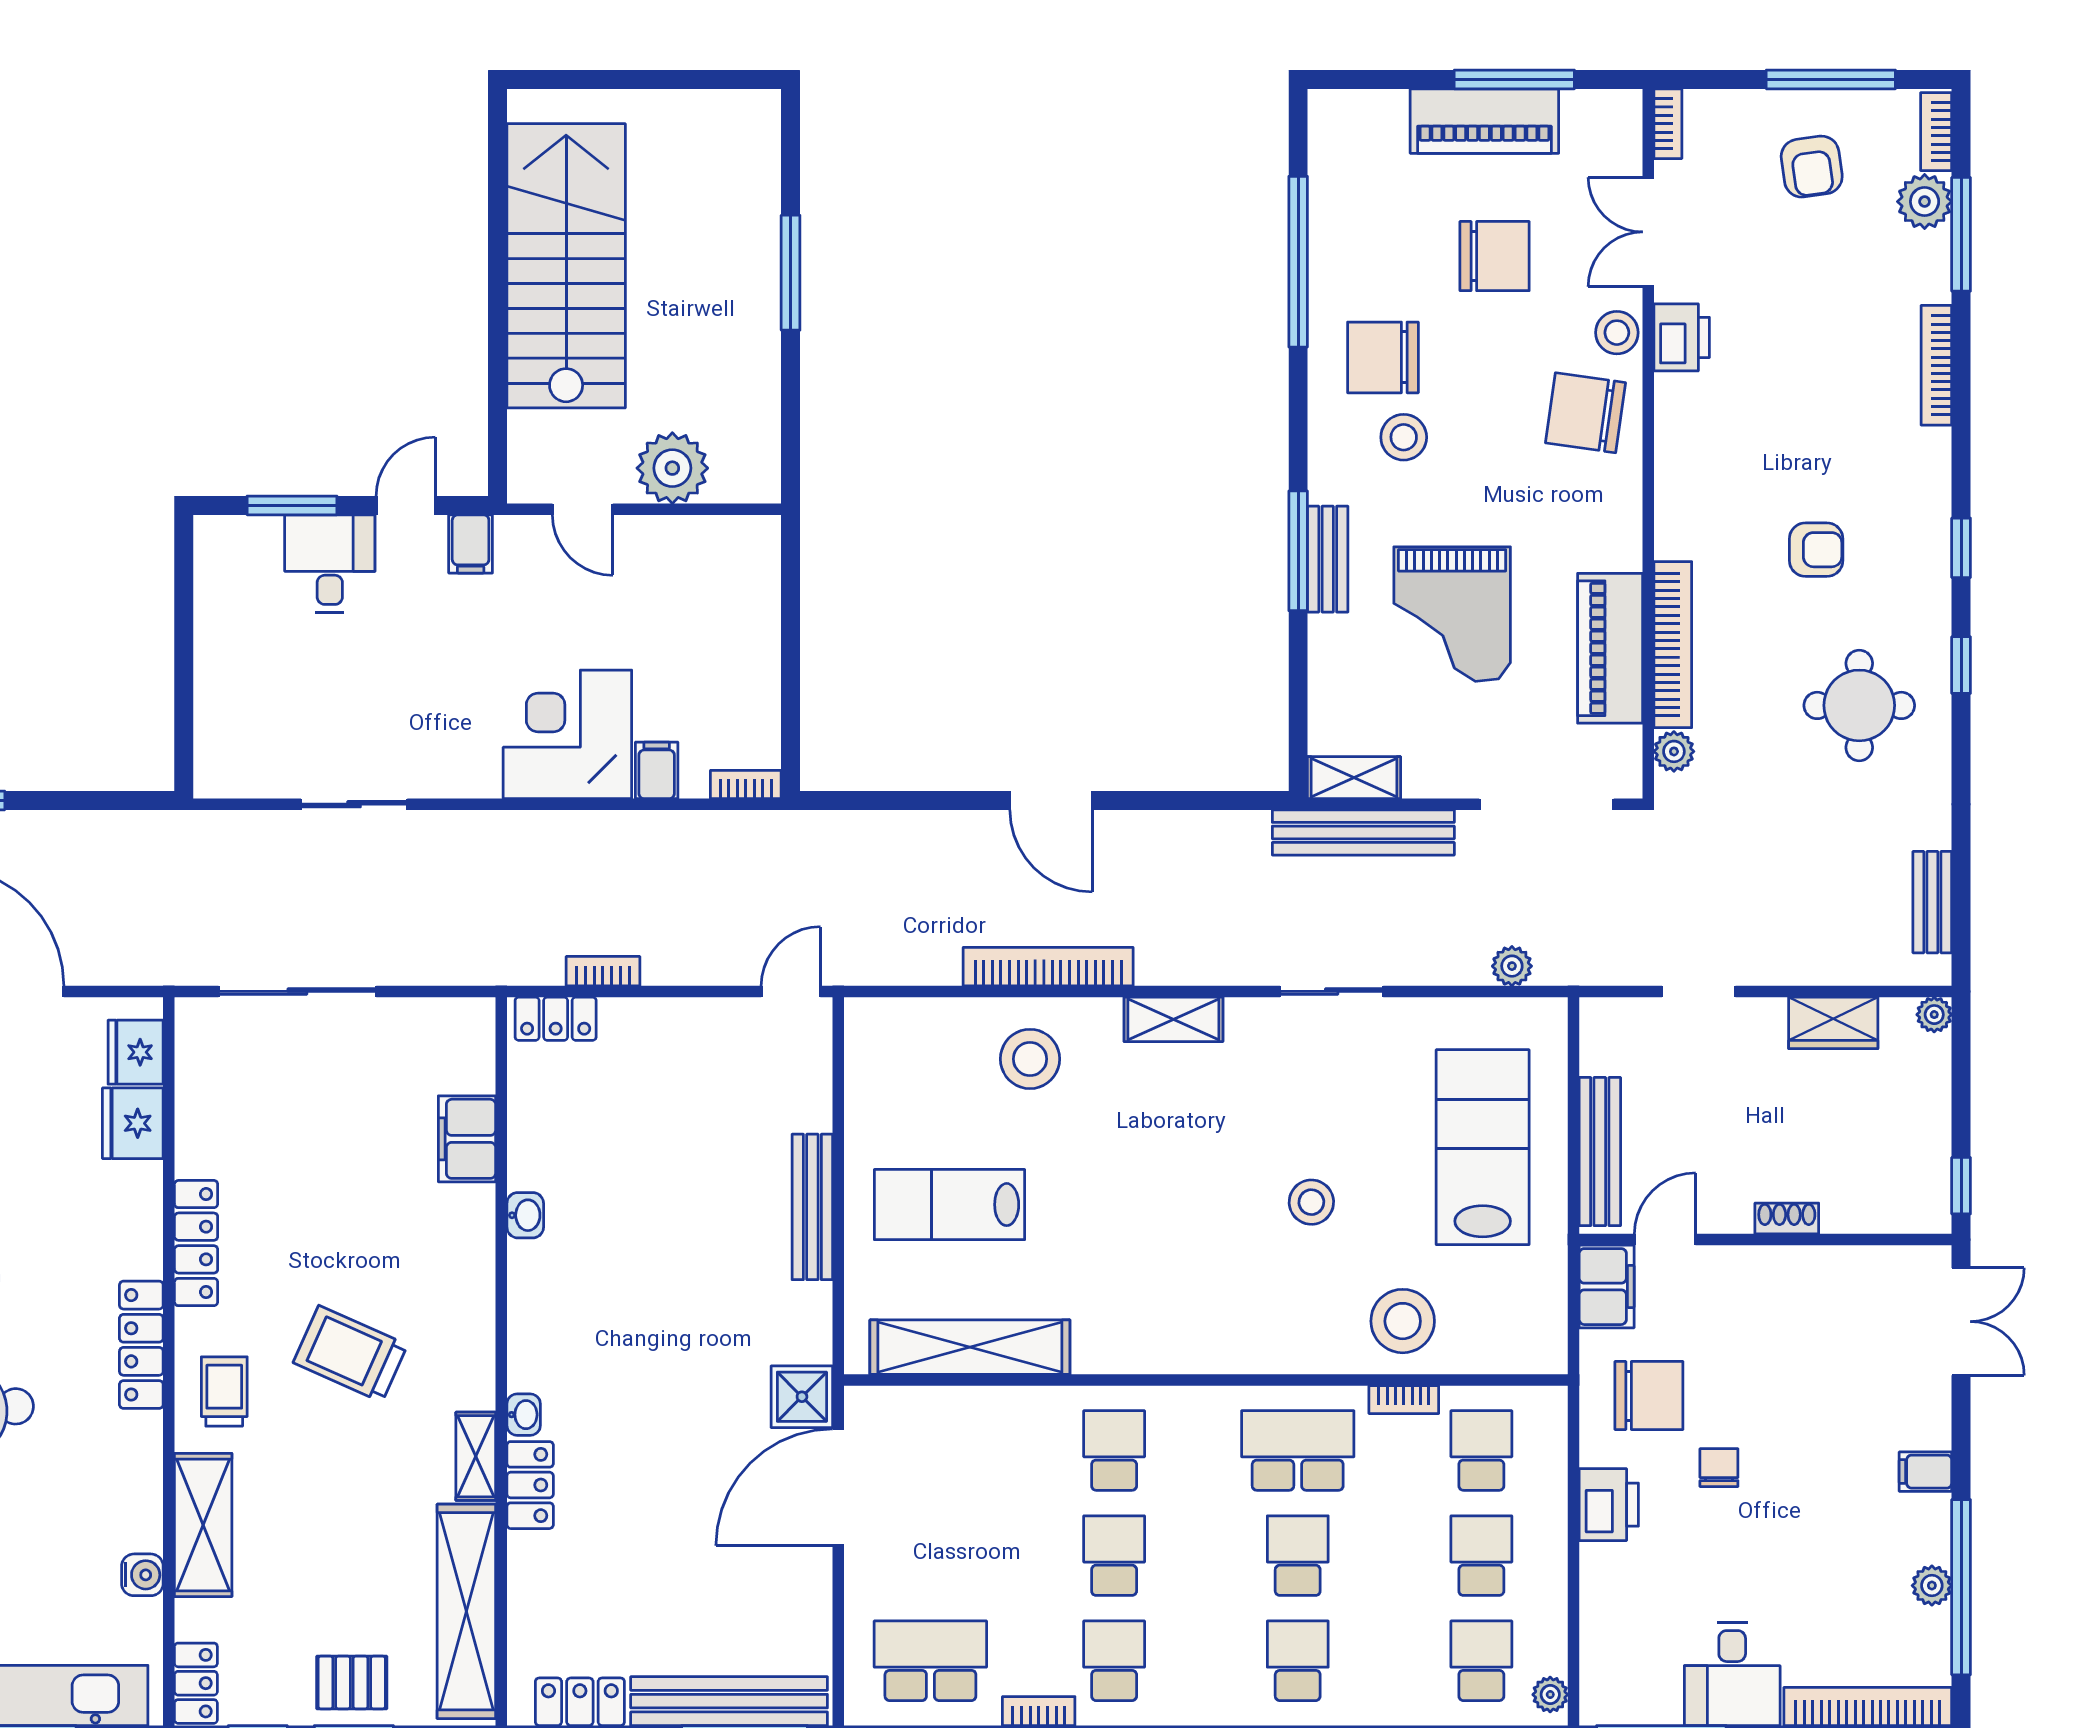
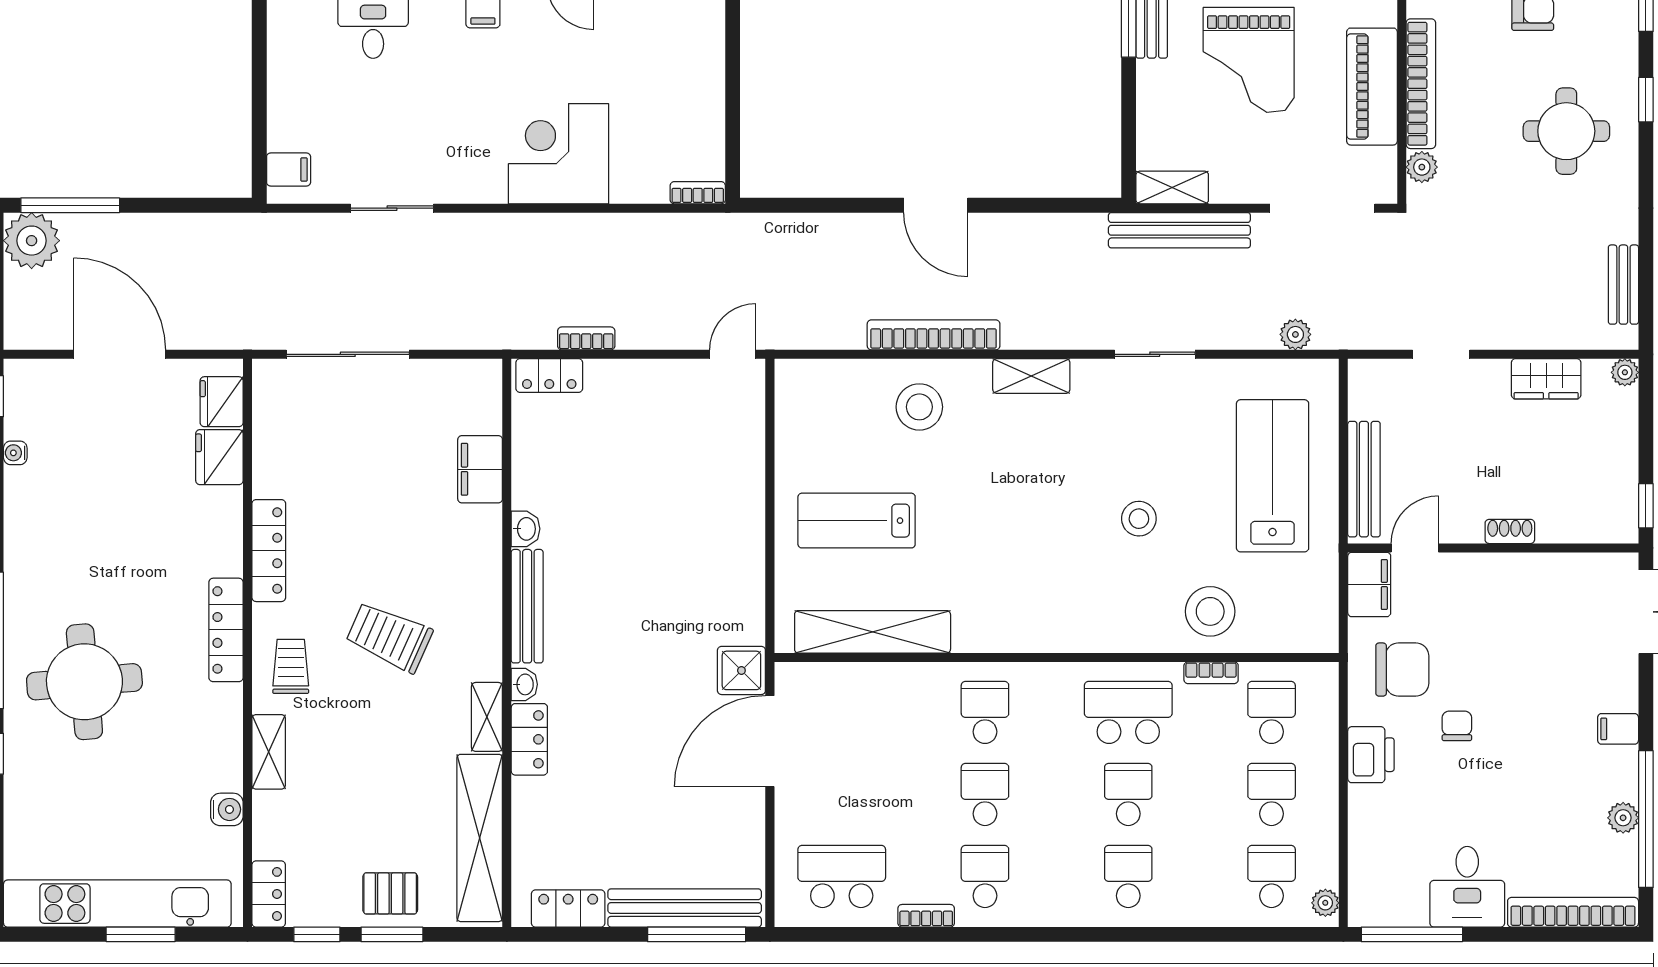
filing cabinet: (657, 770) -> (289, 170), moved, turned 90
bench: (812, 1207) -> (527, 606), moved
shelving: (203, 1525) -> (269, 752), width x0.67, depth x0.75

